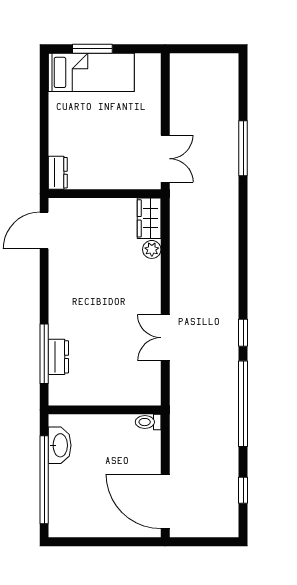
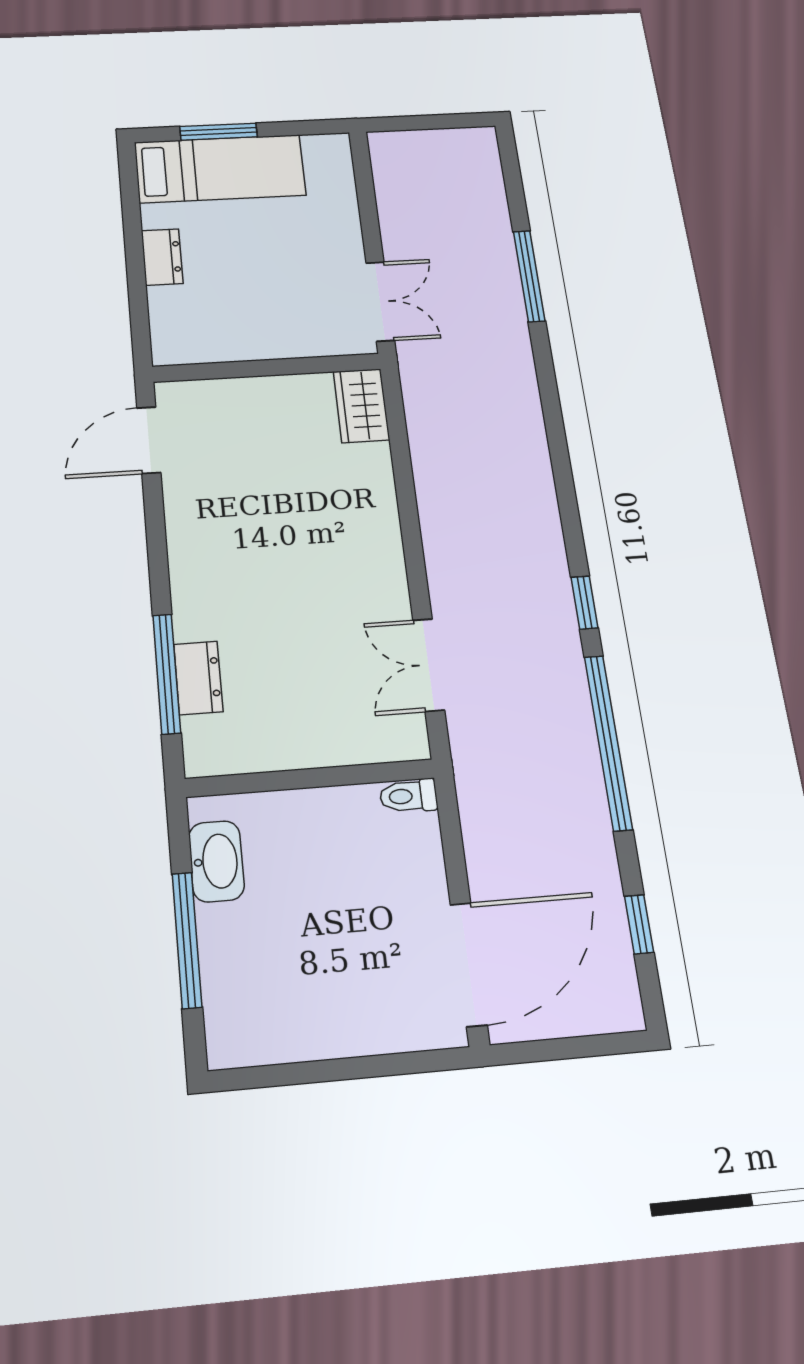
dresser: (58, 173) -> (162, 257), moved
plant: (152, 249) -> (374, 461), removed
double door: (165, 338) -> (429, 665), moved
window: (44, 480) -> (187, 940), width x0.68
door: (165, 501) -> (469, 964), swing flipped

